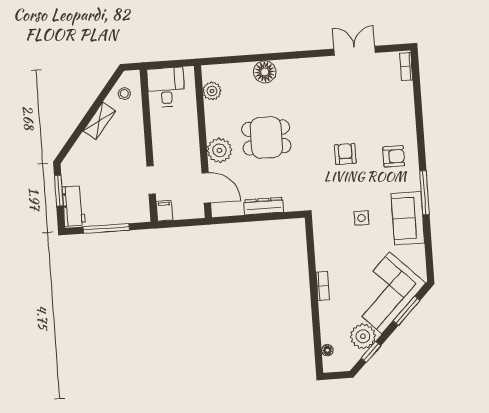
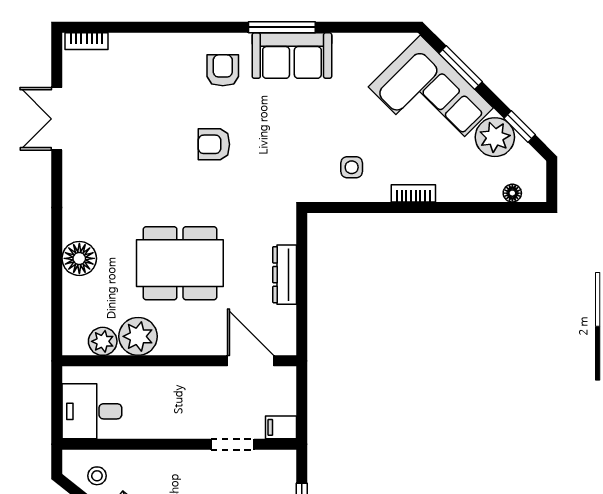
dining table: (266, 138) -> (180, 263), width x1.38
plant: (219, 150) -> (138, 336), moved
door: (206, 188) -> (250, 361), hinge flipped
side table: (361, 218) -> (352, 167), moved
sofa: (408, 218) -> (292, 56), moved

